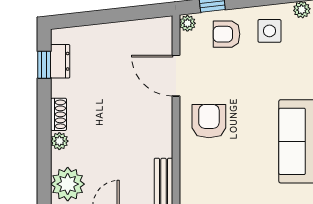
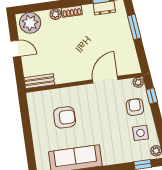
window: (98, 17) -> (134, 27), added
armchair: (209, 121) -> (65, 117), moved

